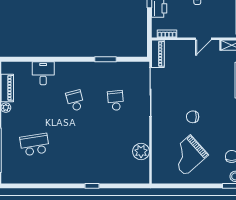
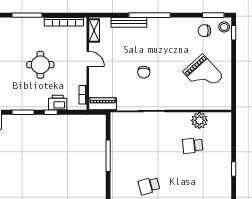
window: (105, 59) -> (108, 156), width x1.44
school desk: (116, 101) -> (193, 146), moved
chair: (193, 117) -> (144, 72), moved

